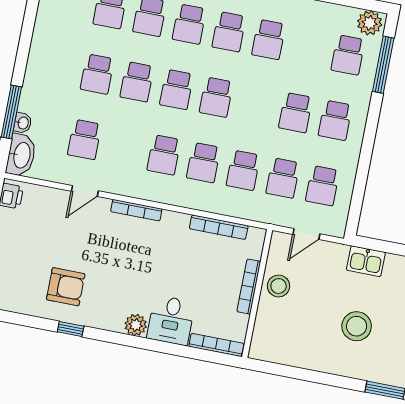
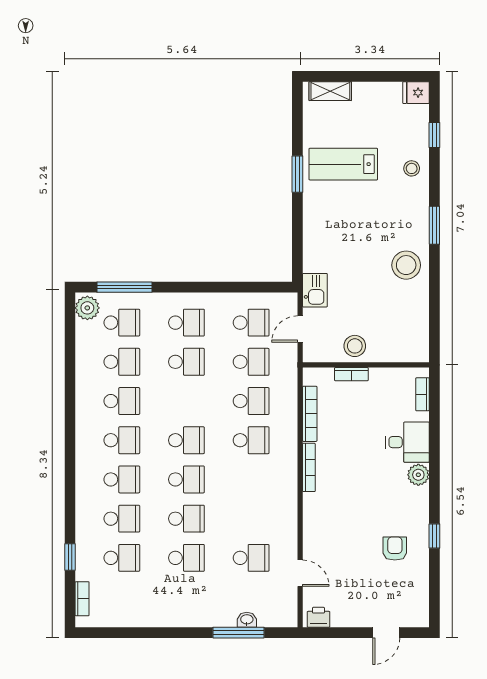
washbasin: (21, 155) -> (278, 615), removed
school desk: (164, 155) -> (122, 362), moved
door: (85, 191) -> (300, 573), moved
bookcase: (136, 210) -> (309, 467), moved
door: (306, 234) -> (300, 329), swing flipped
kitchen sink: (366, 261) -> (315, 290), moved
armchair: (66, 287) -> (395, 549), width x0.72, depth x0.72
bookcase: (249, 287) -> (351, 374), width x0.64
stool: (357, 326) -> (406, 265), moved
bookcase: (216, 345) -> (422, 394), width x0.64

